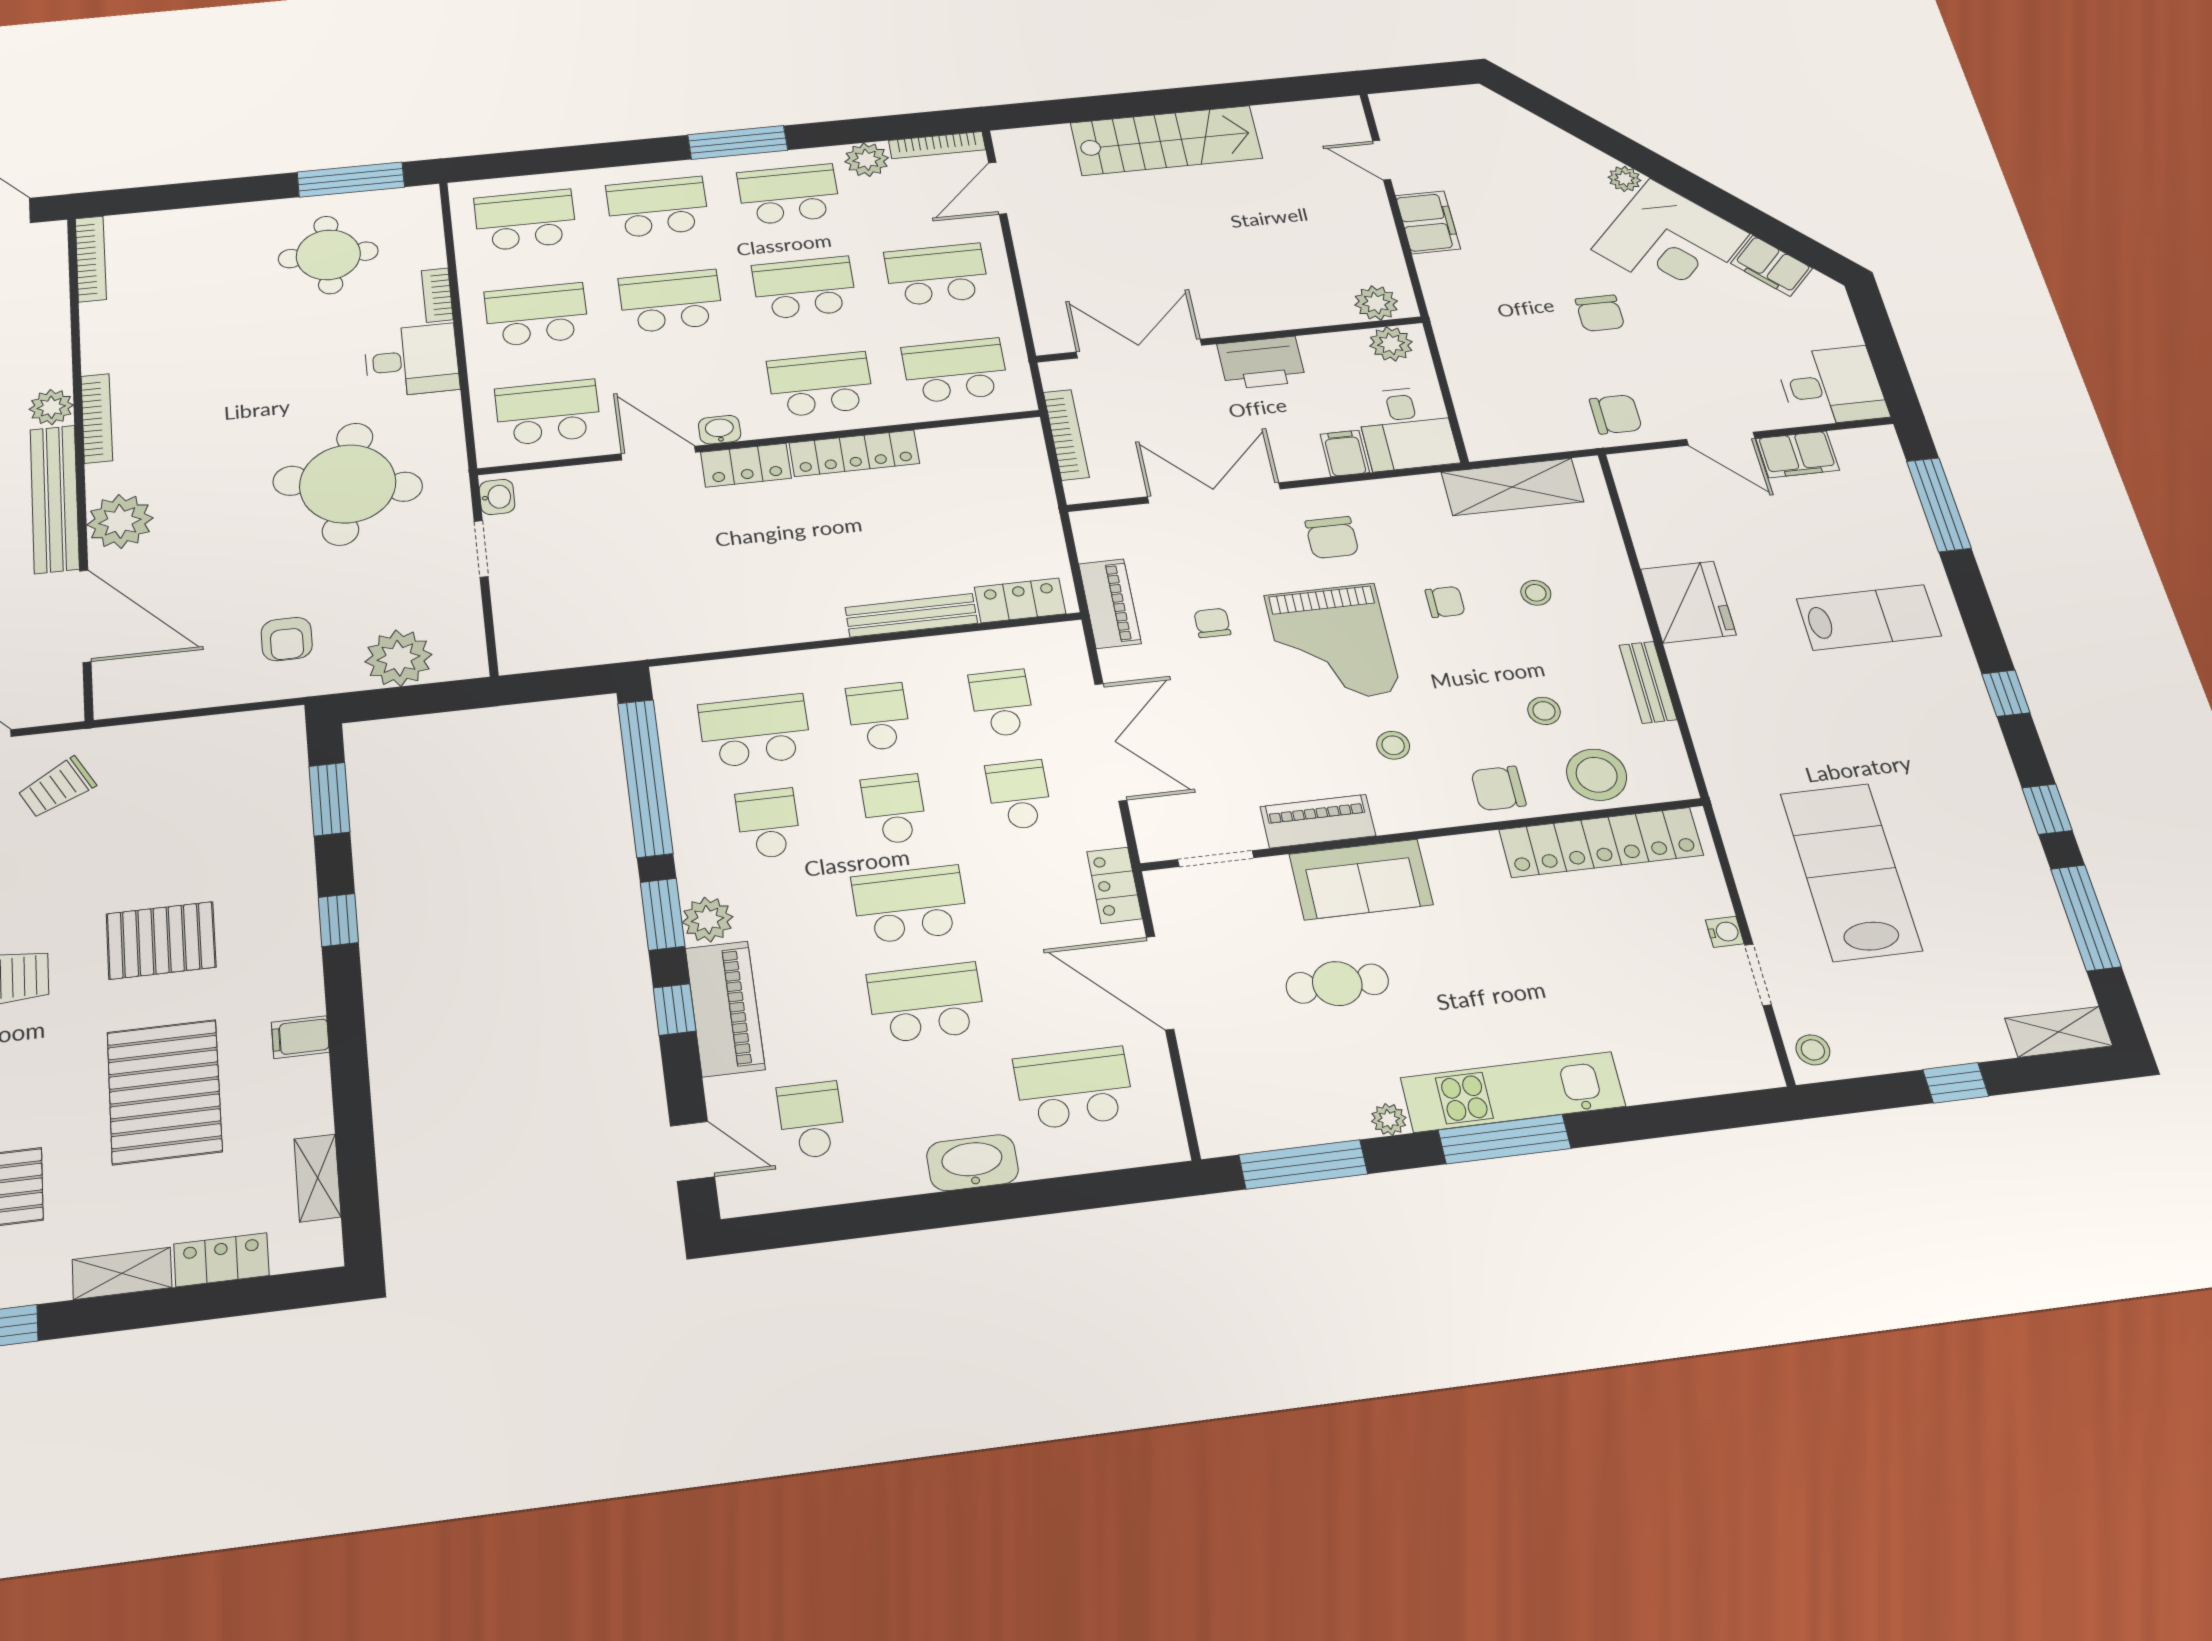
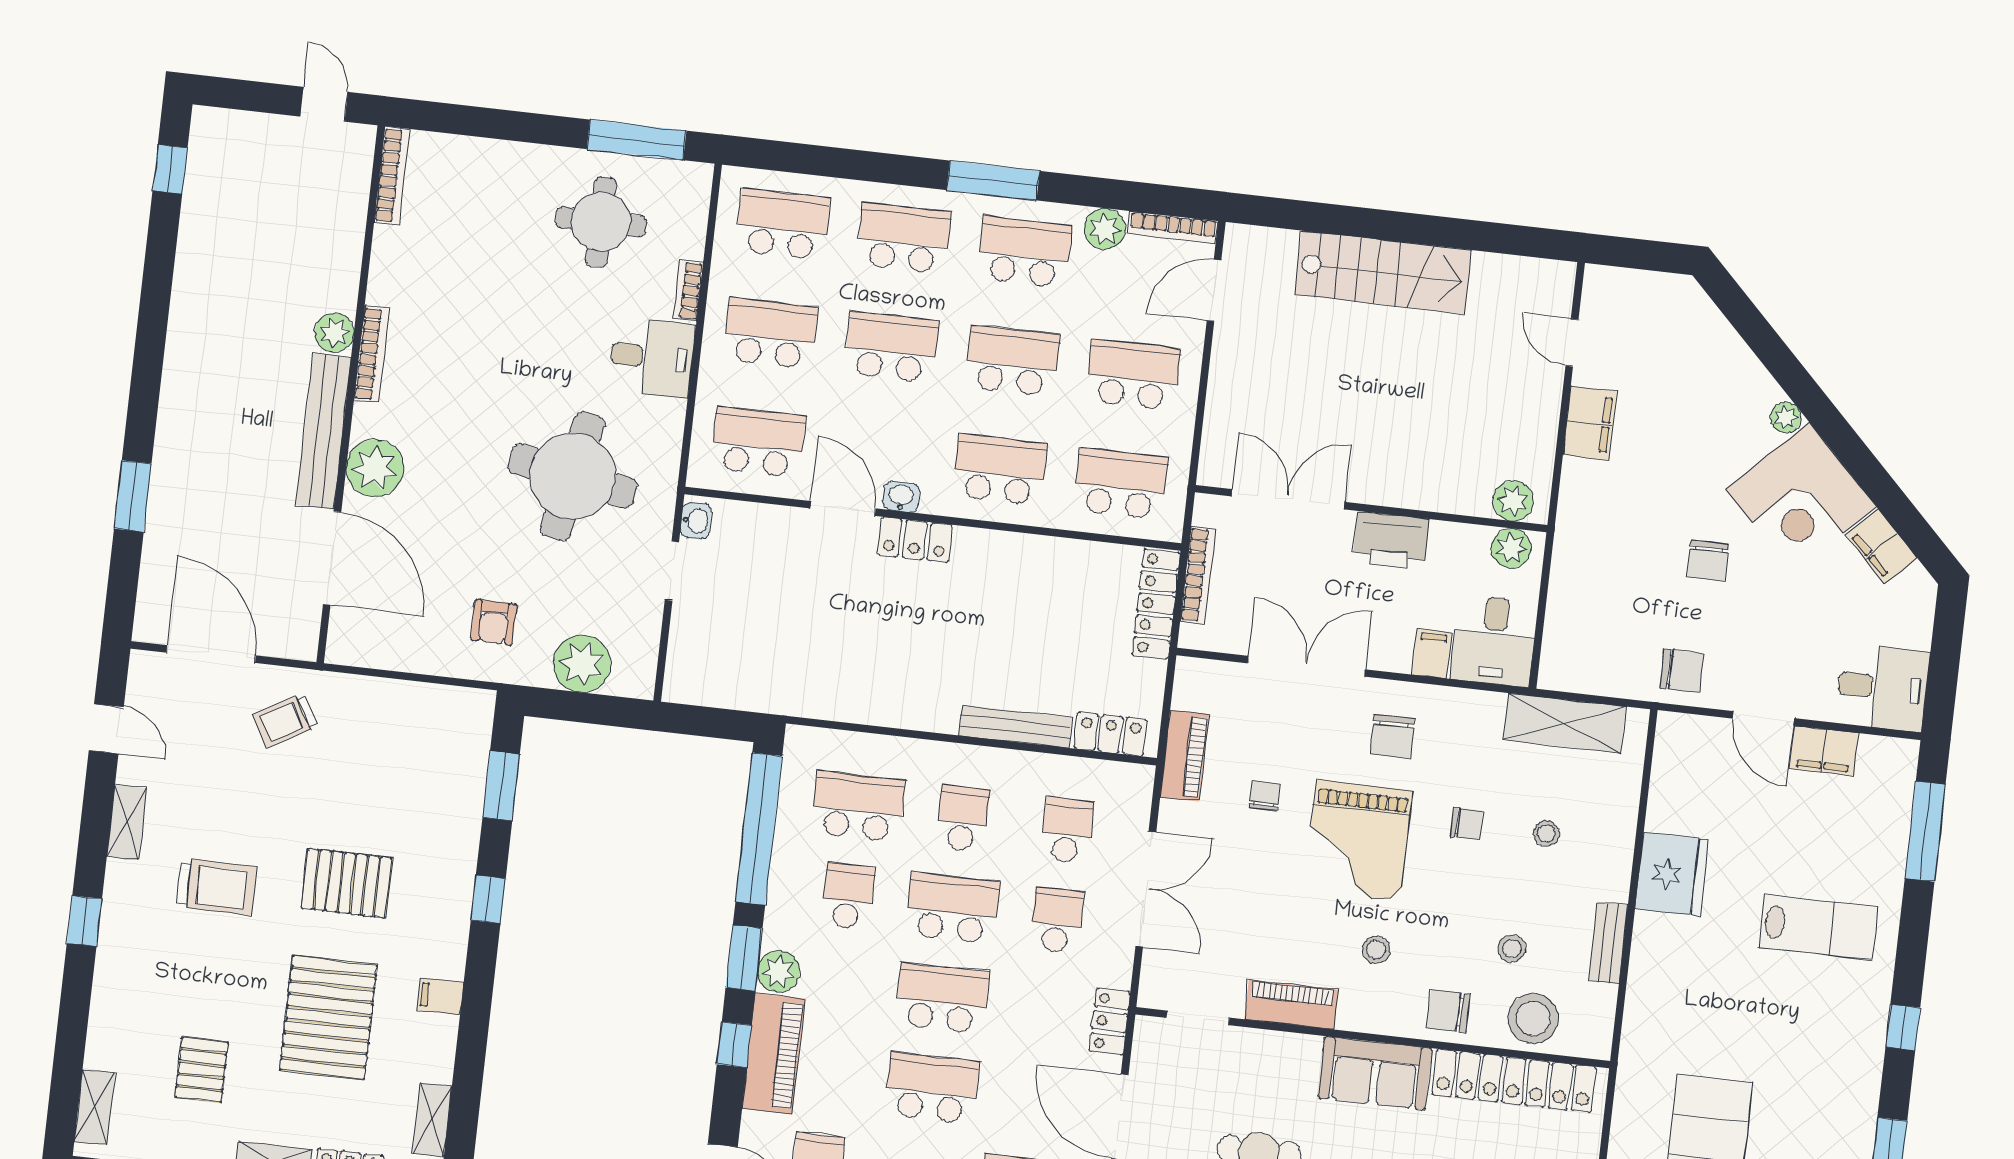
locker: (854, 453) -> (1156, 604), moved, turned 90
school desk: (894, 809) -> (952, 908), width x1.85
sofa: (1361, 879) -> (1375, 1073), moved

